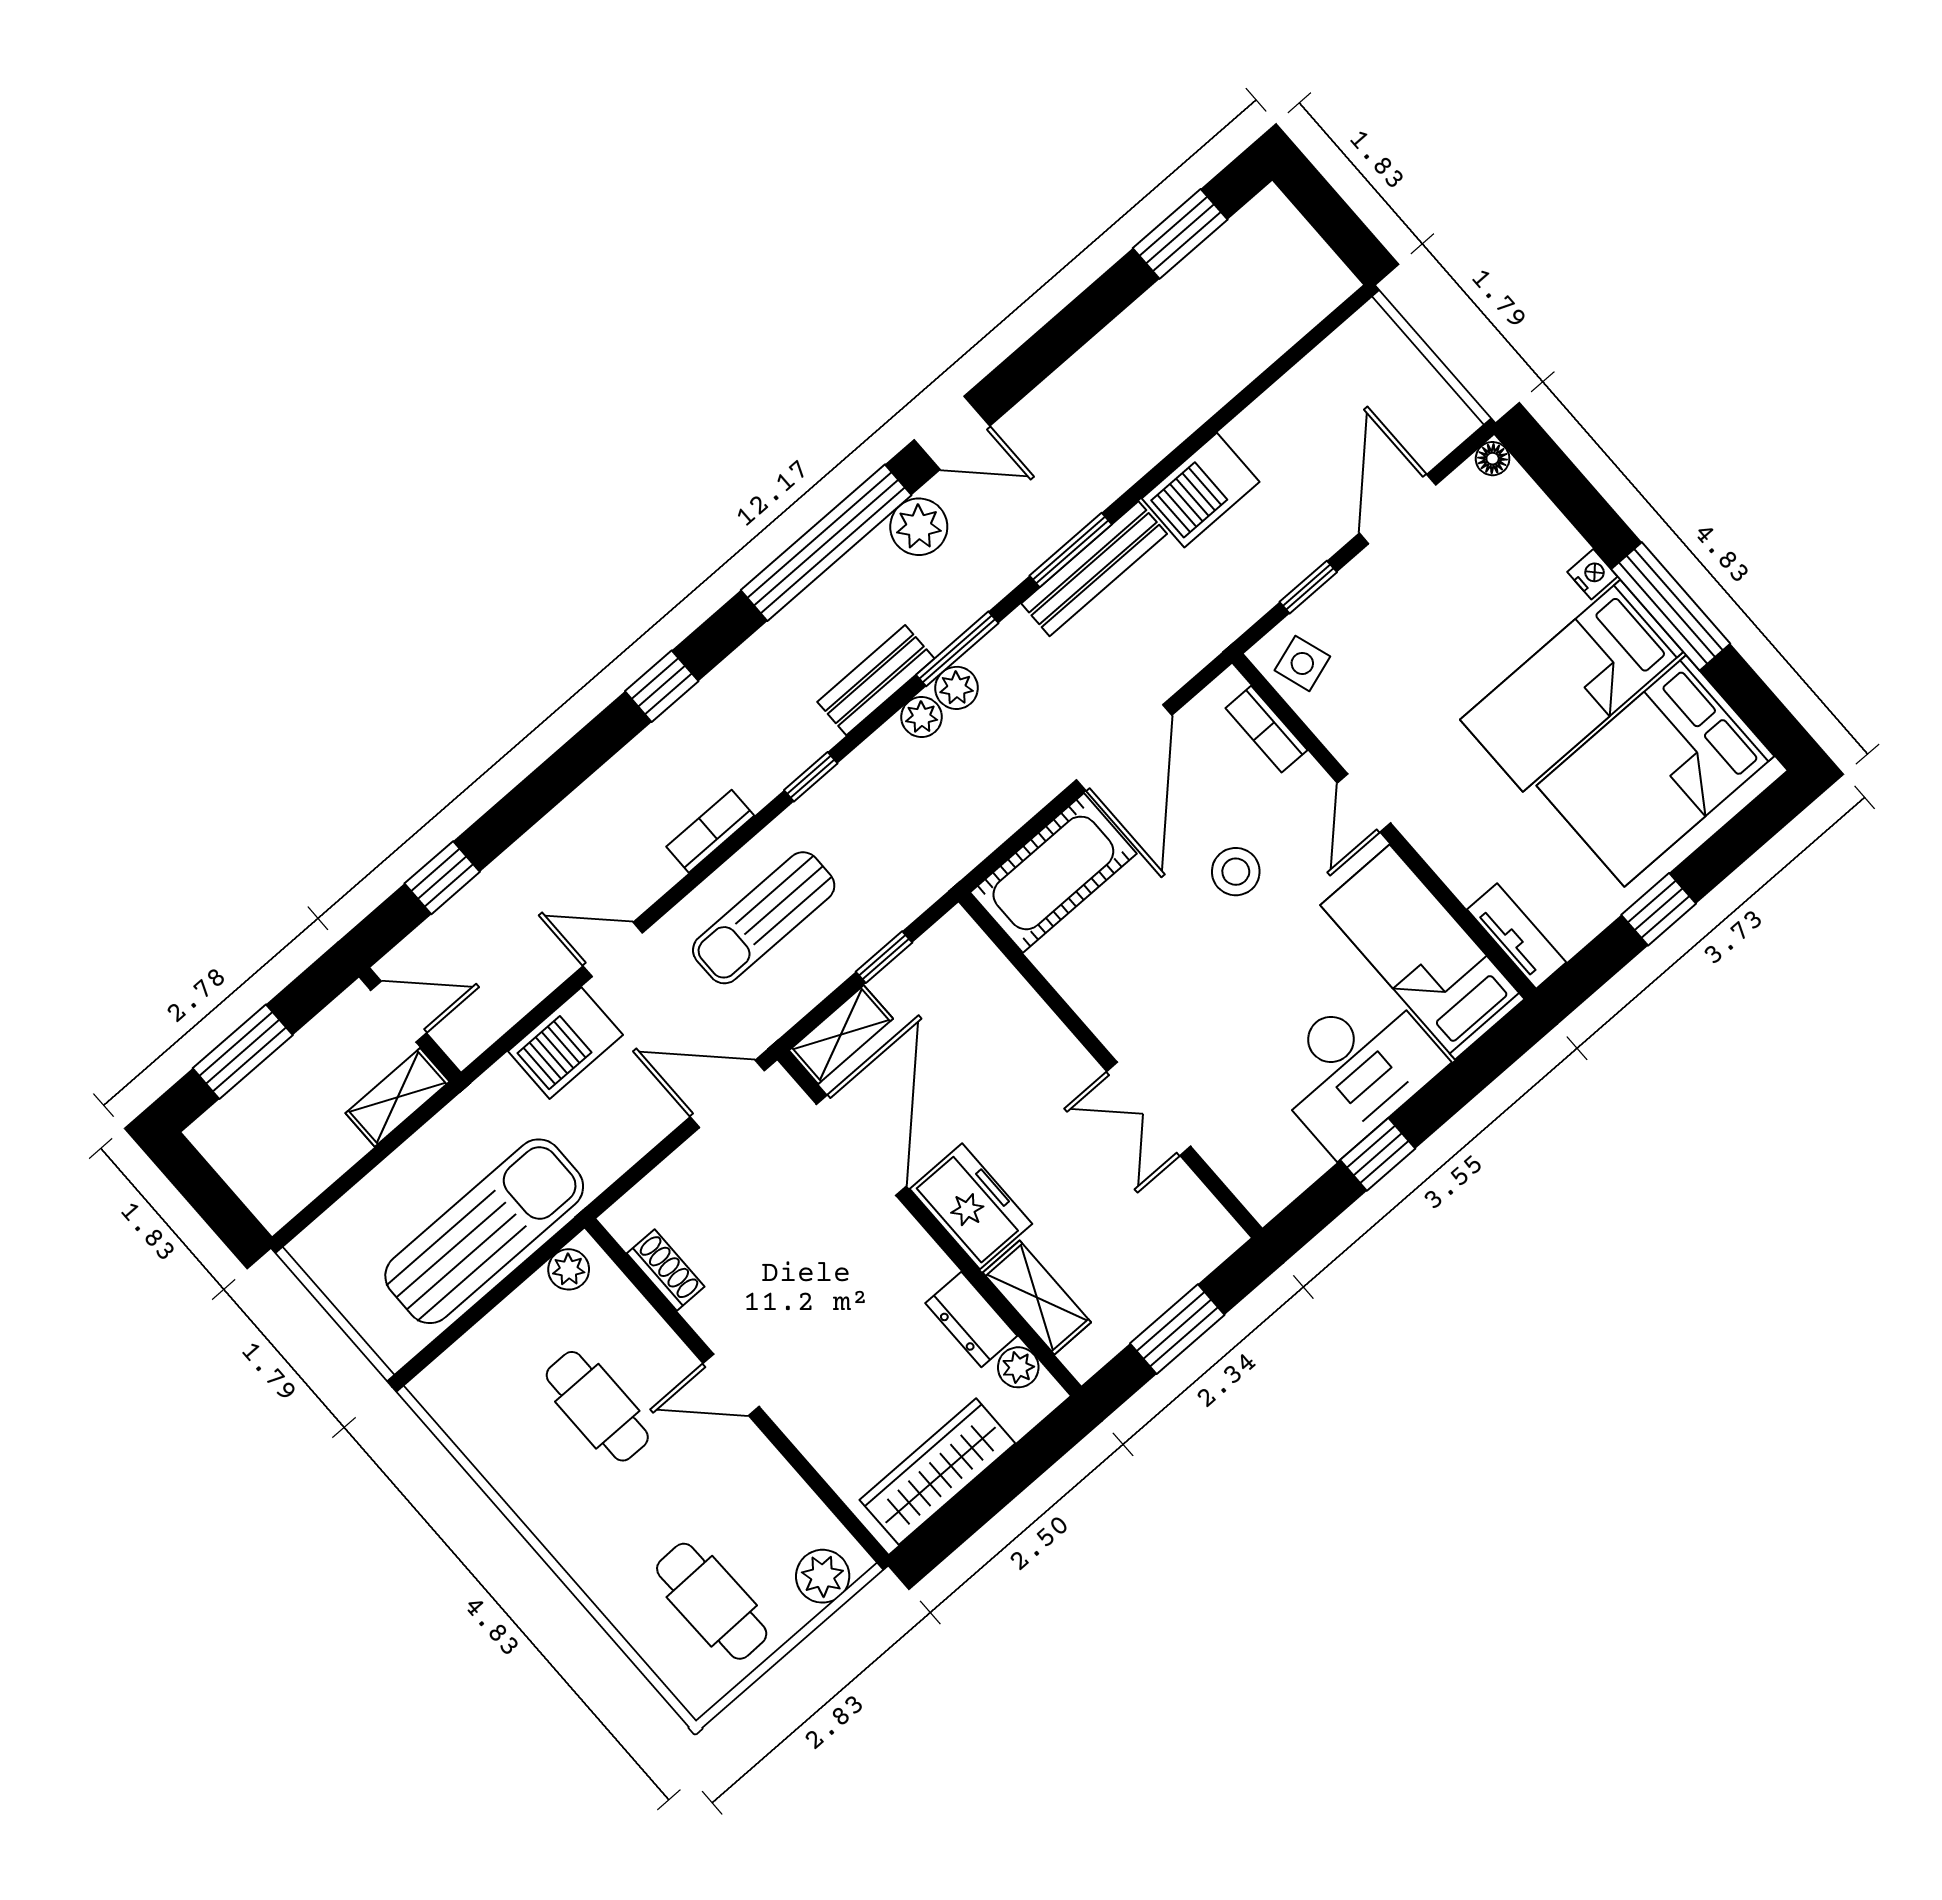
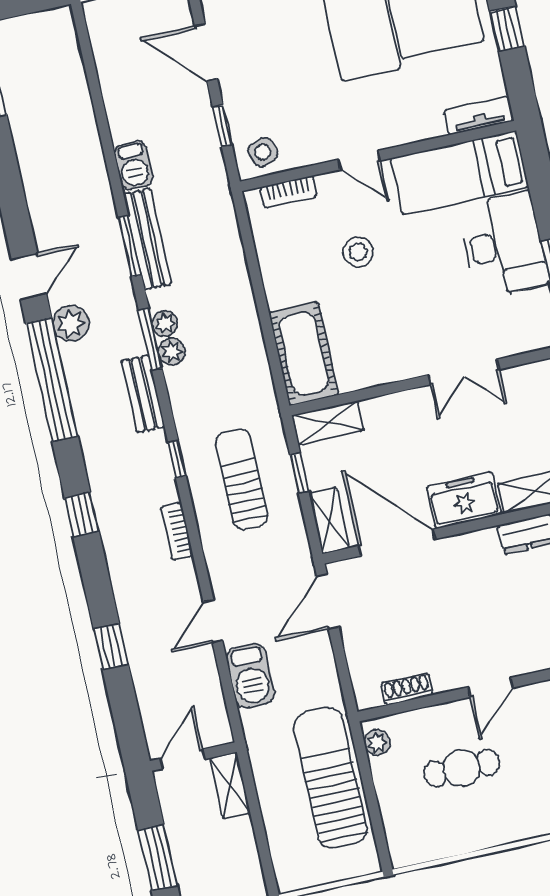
barbecue: (1201, 490) -> (134, 165), width x0.73, depth x0.79
plant: (922, 717) -> (165, 324), moved
door: (1124, 748) -> (256, 276), removed
window: (442, 878) -> (111, 646), moved
sun lounger: (764, 918) -> (242, 479), moved, turned 180
shelving: (975, 959) -> (328, 423), added

